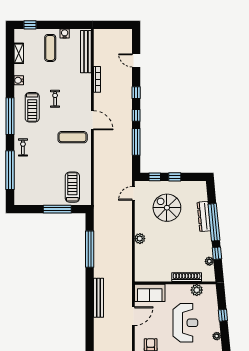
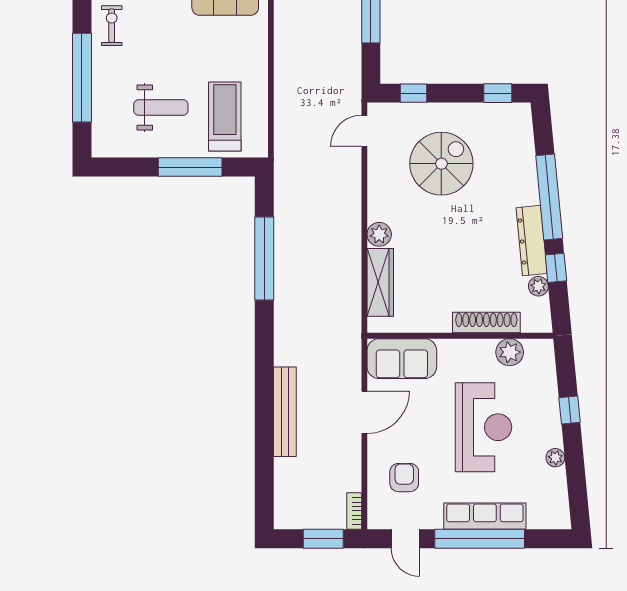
window: (175, 177) -> (498, 93), moved
weight bench: (44, 183) -> (161, 108), added
spiral stairs: (167, 208) -> (441, 164), turned 90
dresser: (204, 216) -> (532, 241), moved
wardrobe: (140, 259) -> (380, 282), added
bench: (99, 298) -> (285, 412), moved

